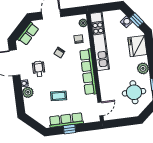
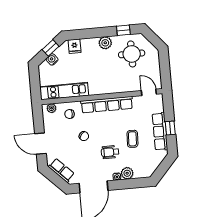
kitchen unit: (100, 41) -> (64, 91), width x0.73
fridge: (137, 46) -> (75, 46), width x0.53, depth x0.75
wheelchair: (39, 69) -> (110, 152), moved

